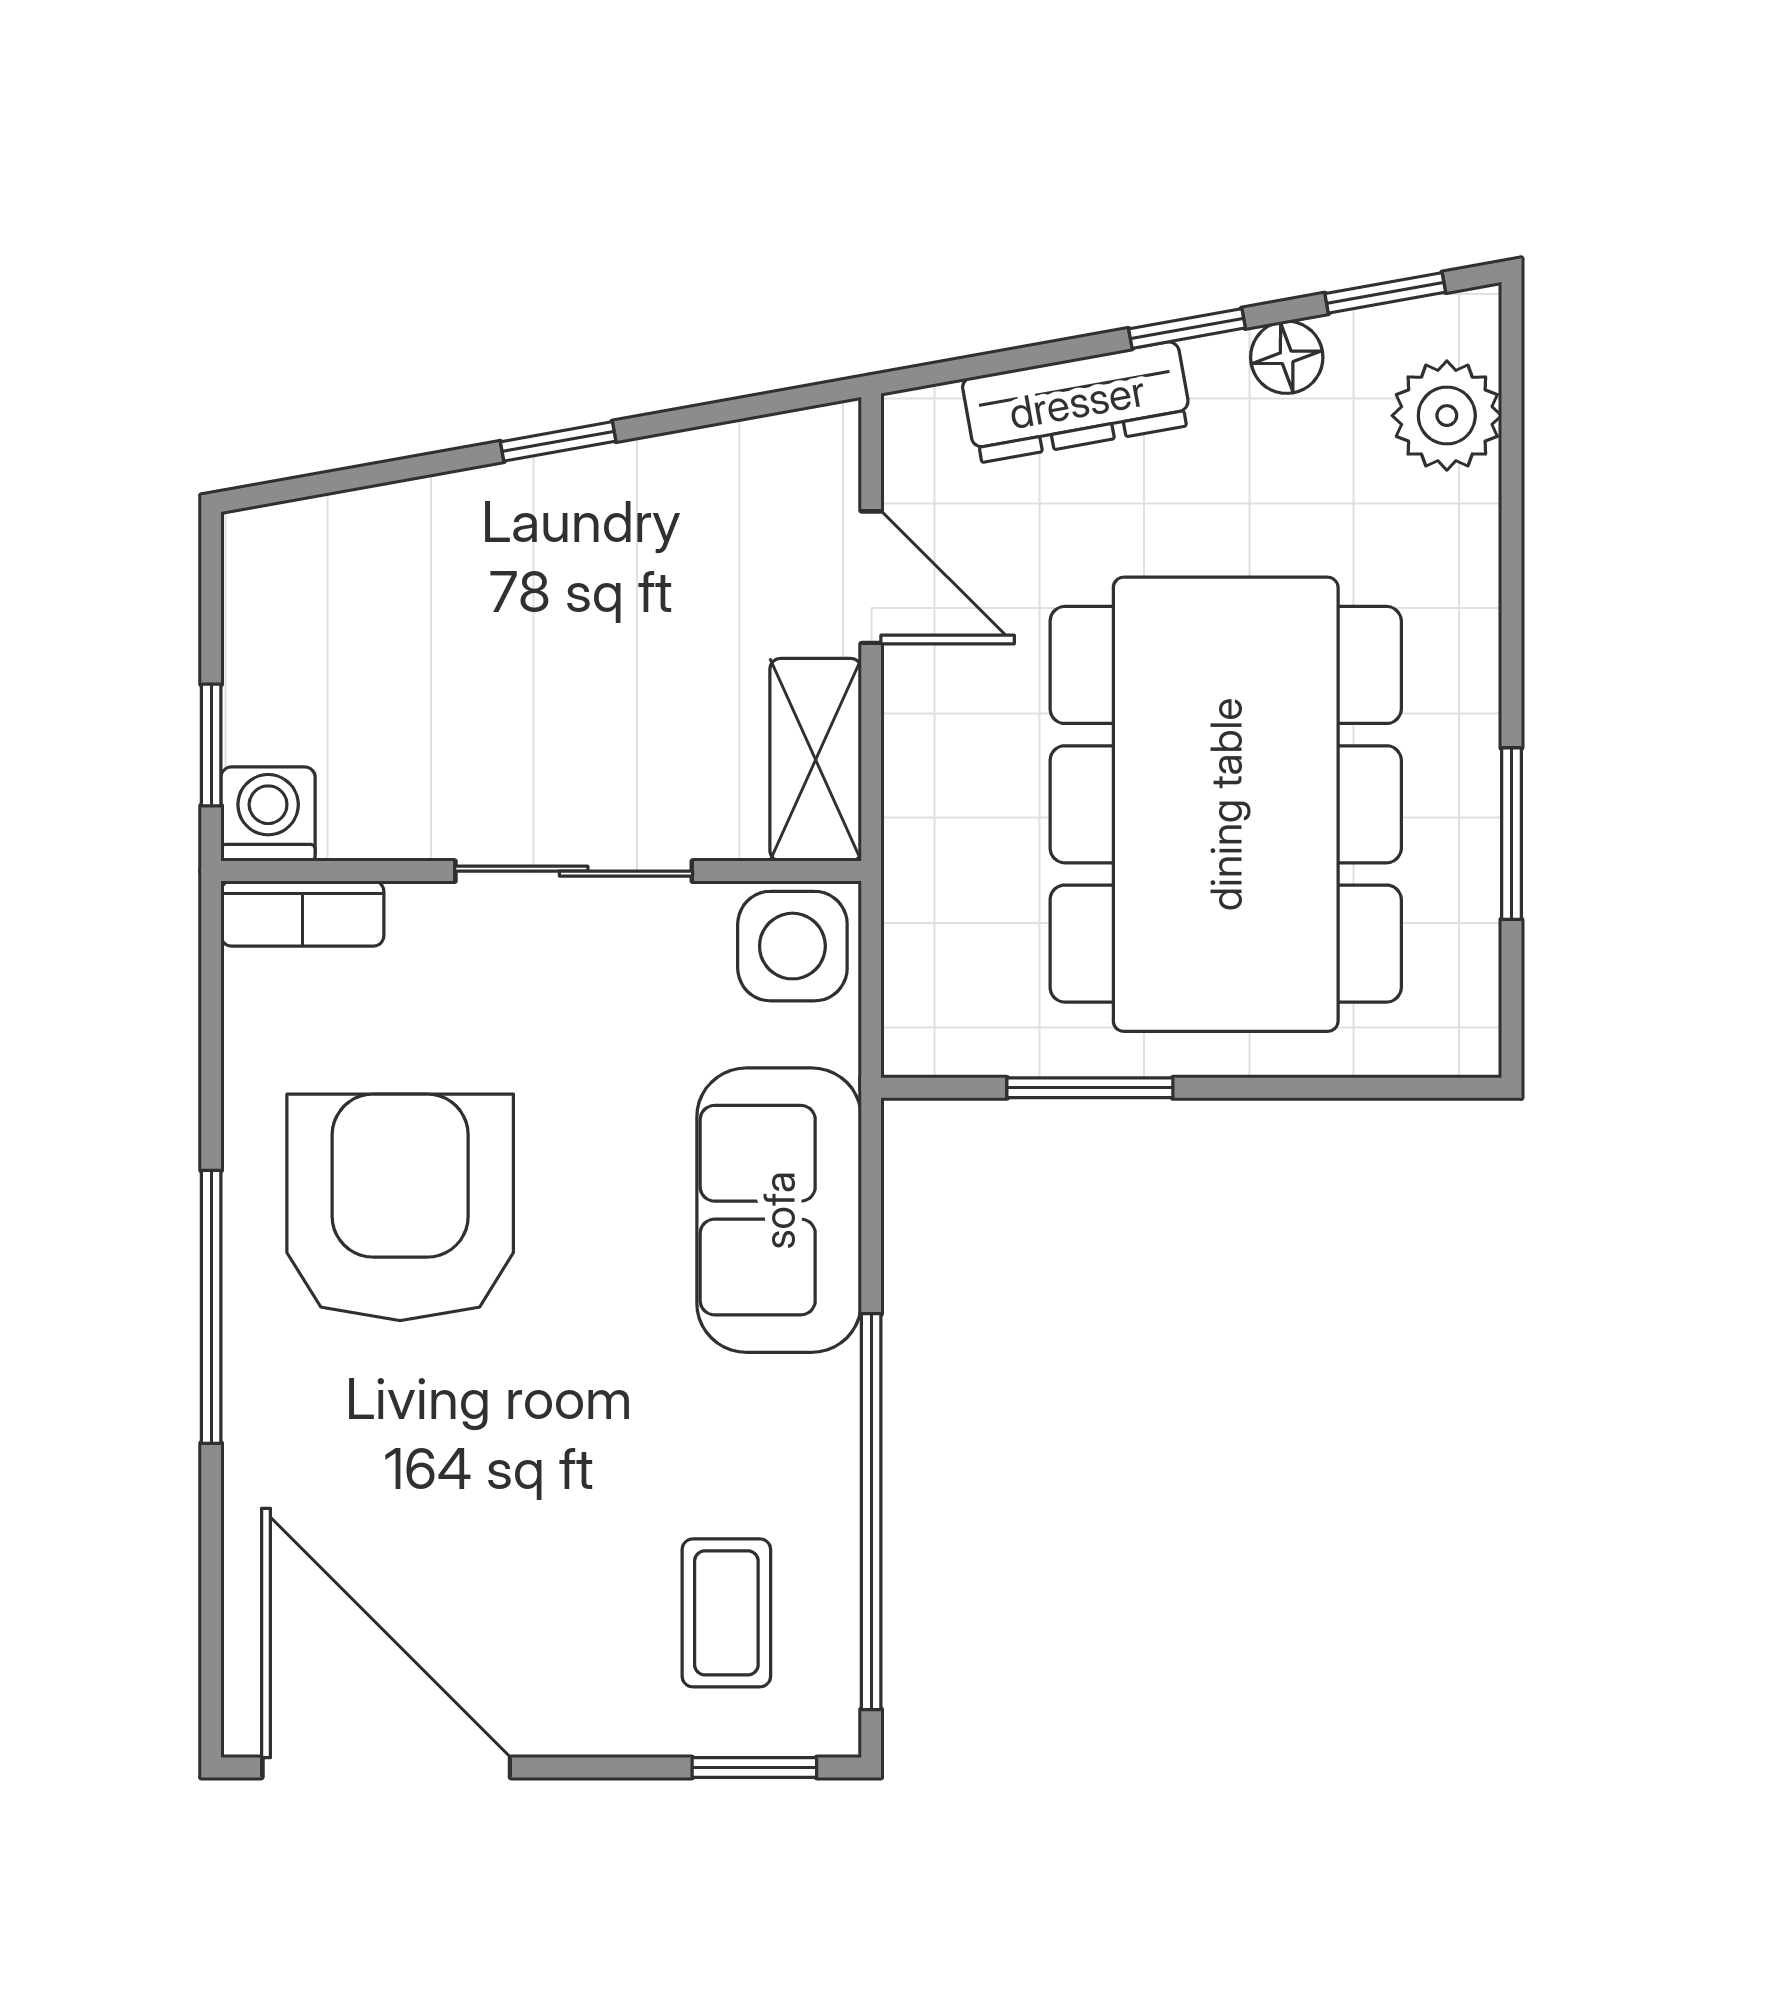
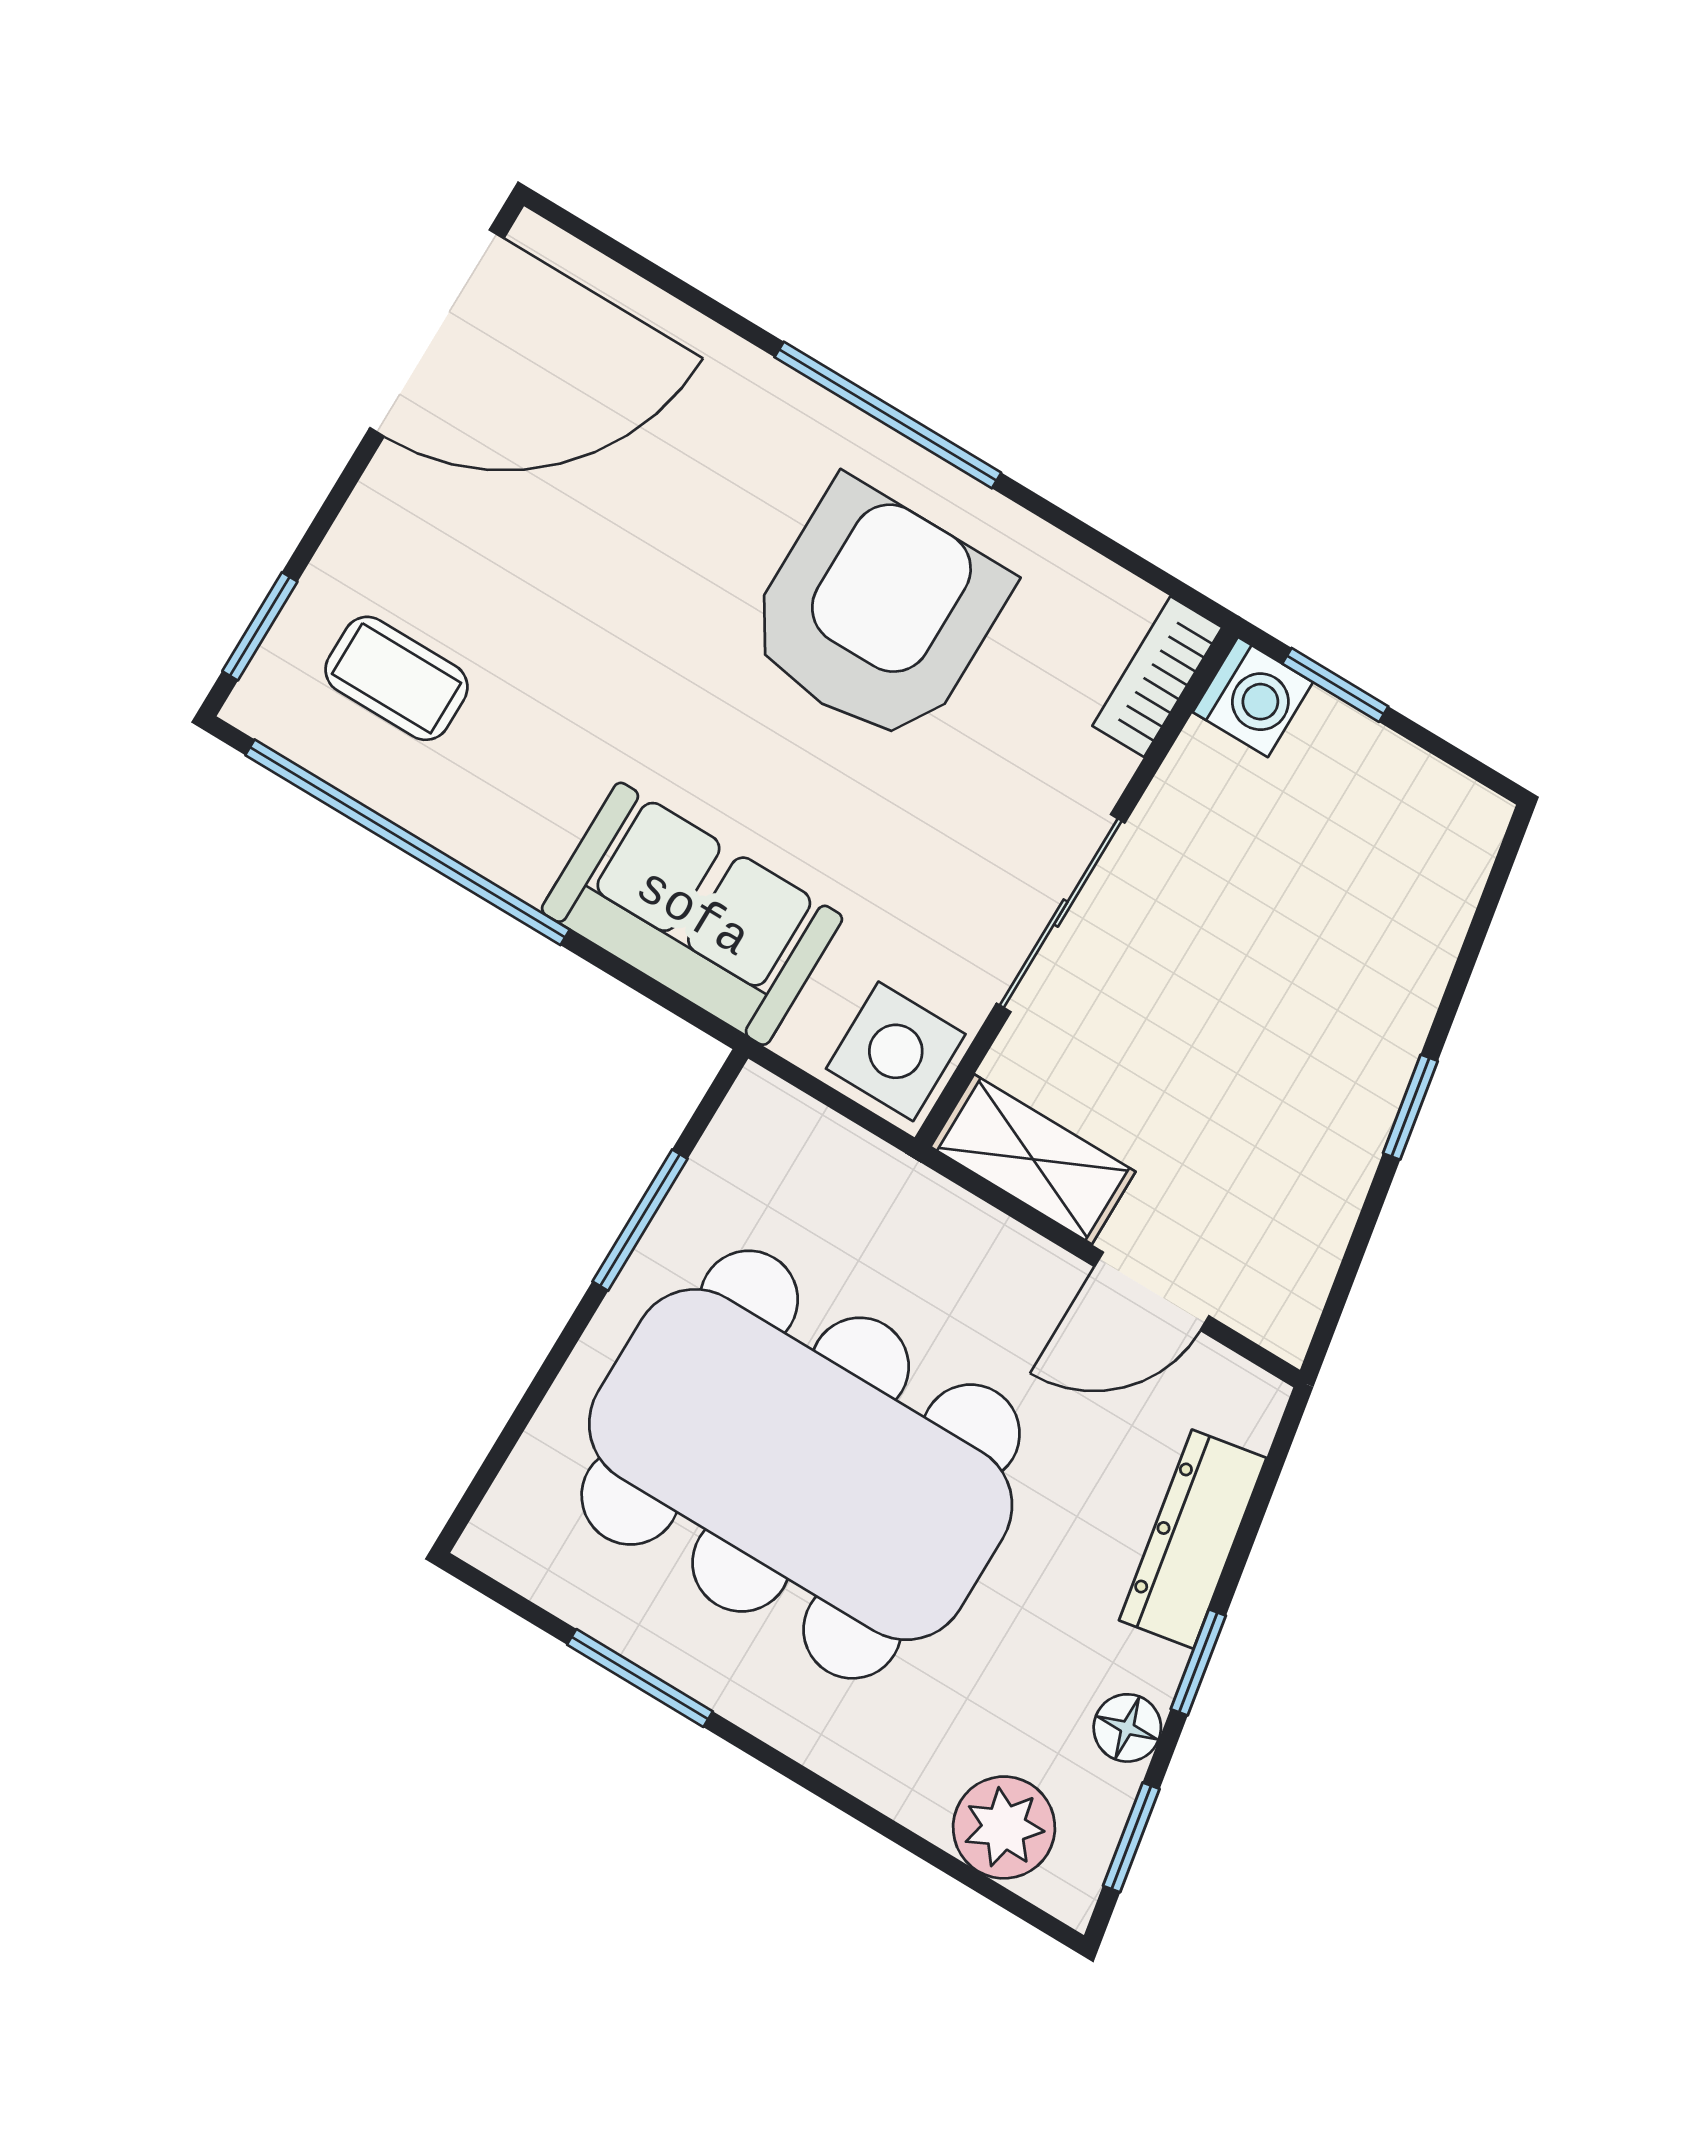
armchair: (400, 1207) -> (876, 613), turned -90

